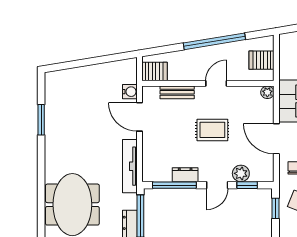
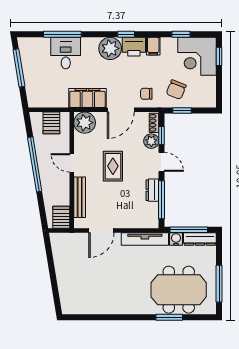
water cooler: (130, 92) -> (176, 239), moved
bench: (177, 92) -> (80, 197), width x1.36
plant: (267, 92) -> (85, 123), width x1.88, depth x1.88
window: (41, 120) -> (169, 317), moved
shoe rack: (261, 177) -> (154, 123), added

